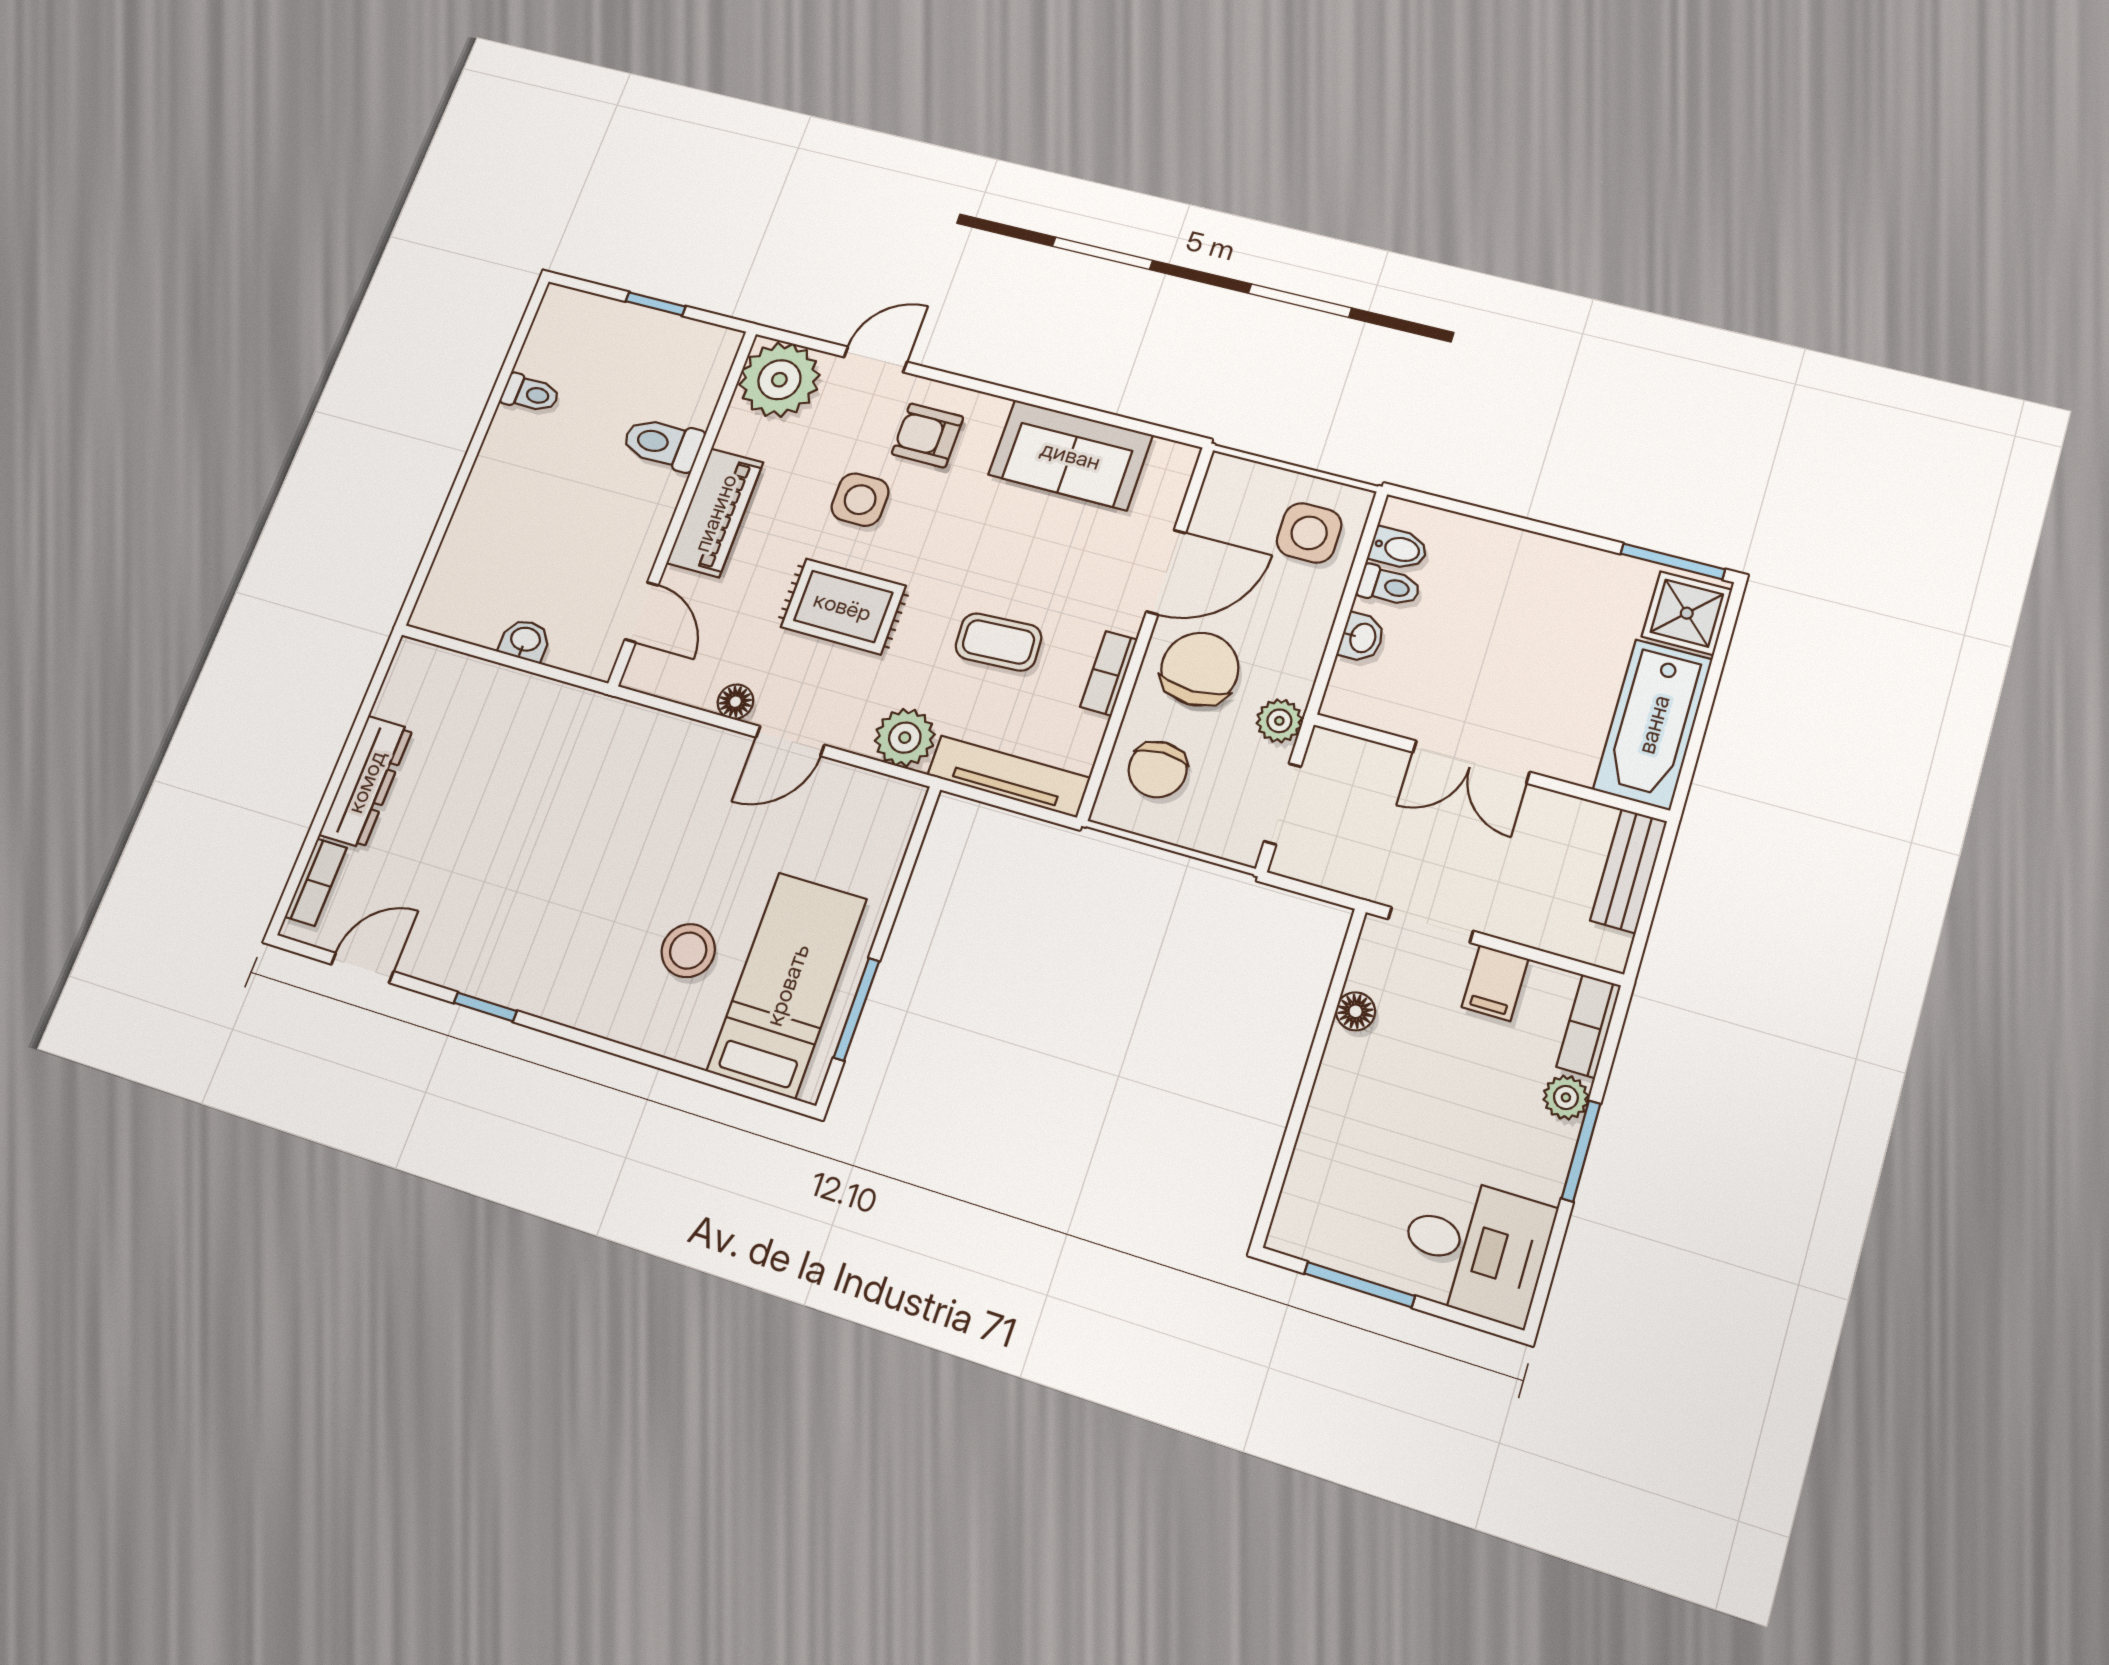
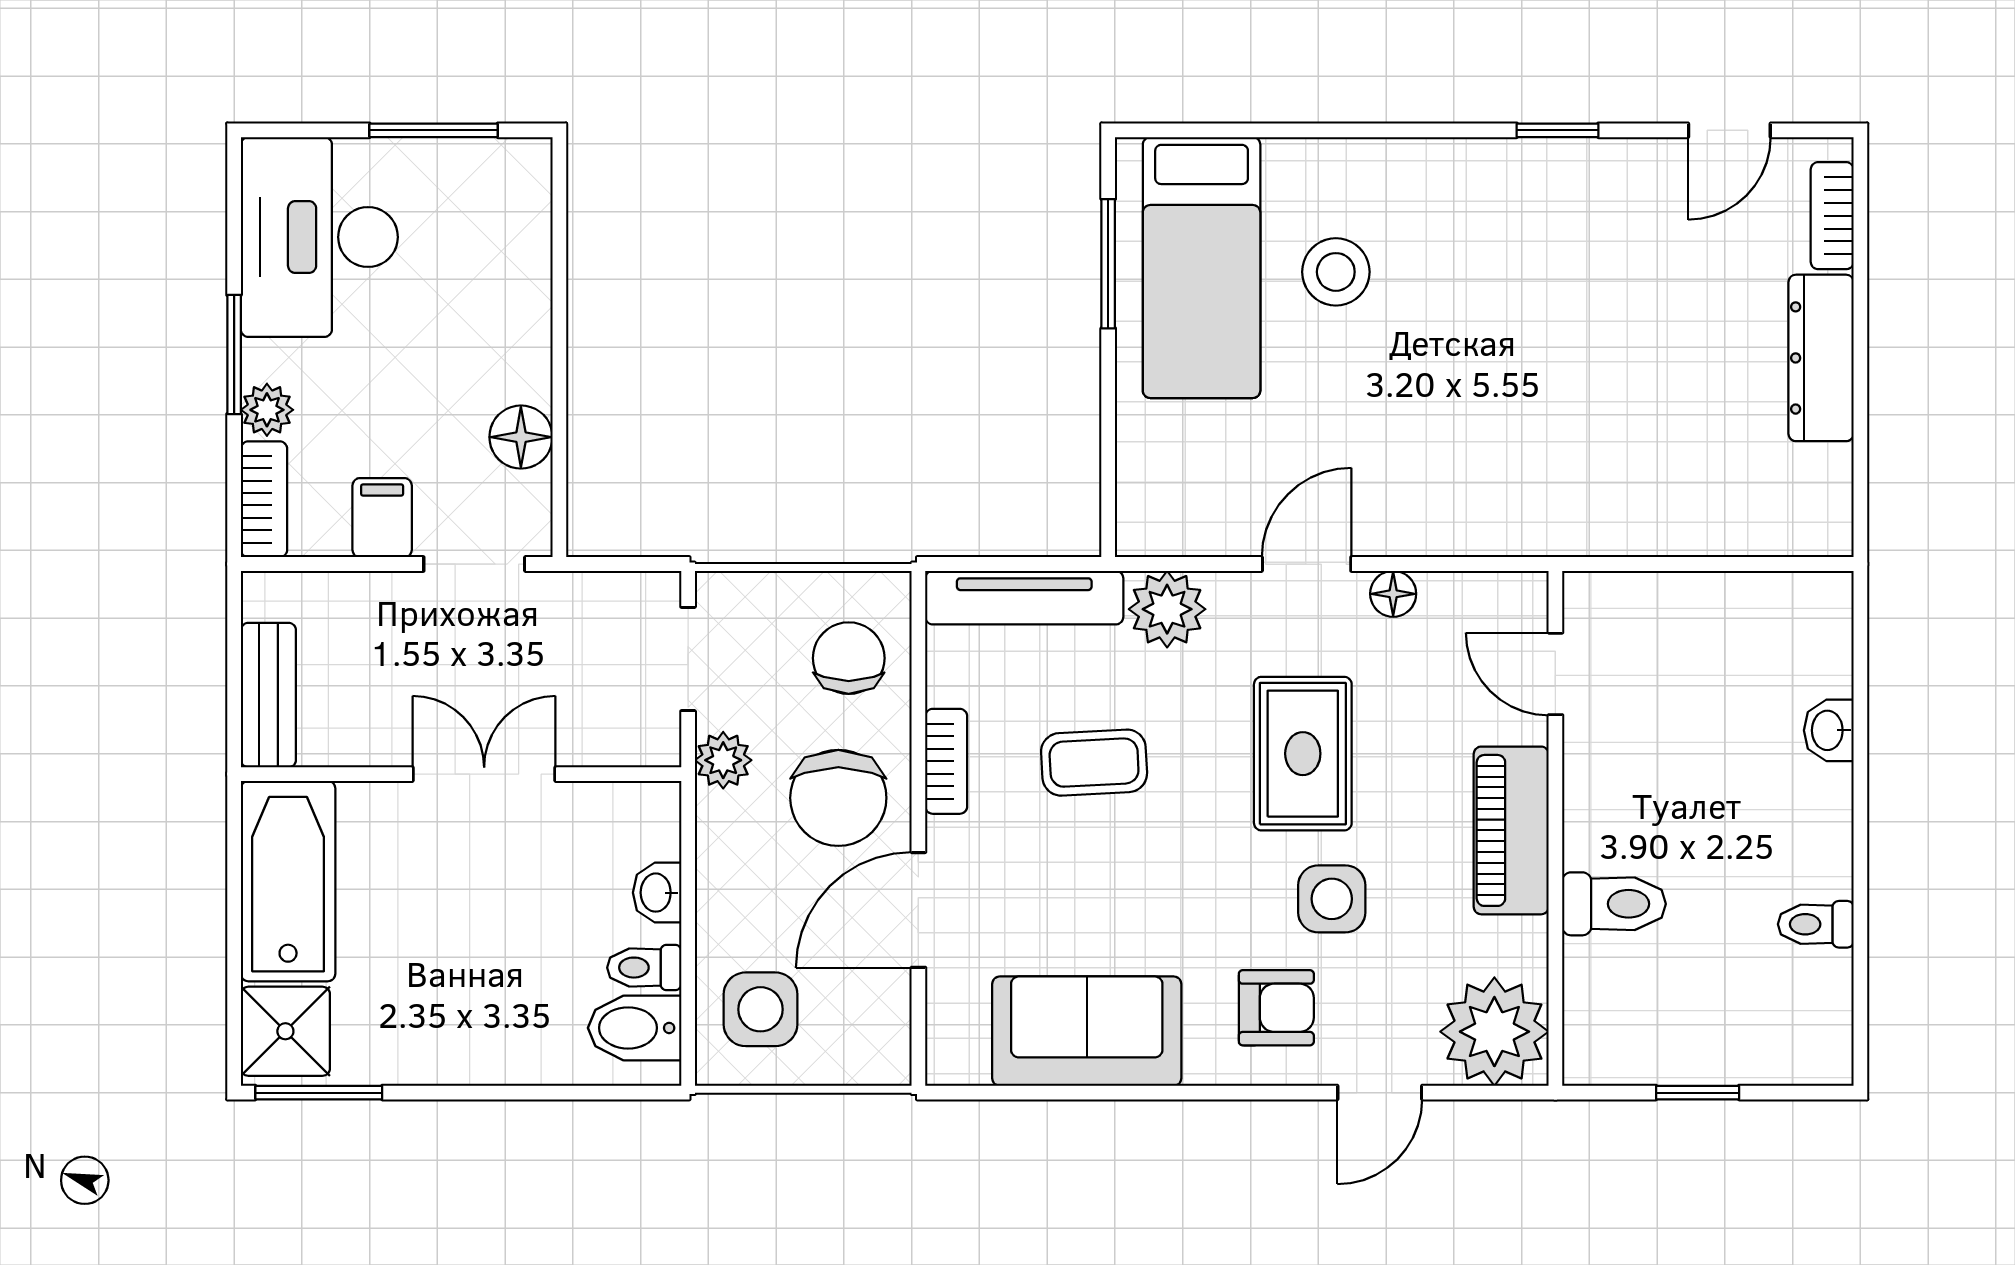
bidet: (1398, 548) -> (635, 1028), width x1.38, depth x1.36
rug: (843, 606) -> (1303, 754), turned 90
washbasin: (525, 640) -> (1829, 730), moved, turned 90
floor lamp: (1356, 1011) -> (521, 437), width x1.37, depth x1.37
desk: (1475, 1248) -> (319, 237), width x1.37

